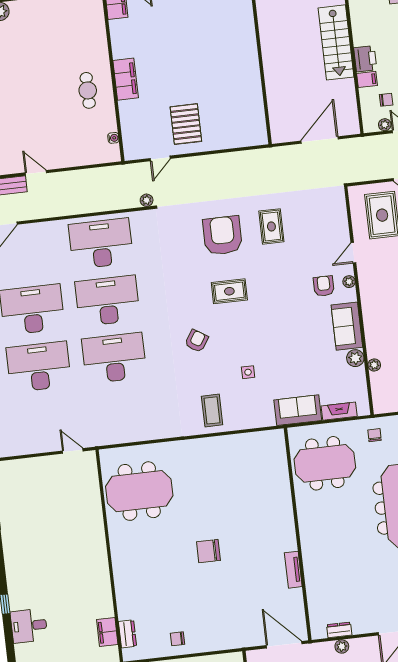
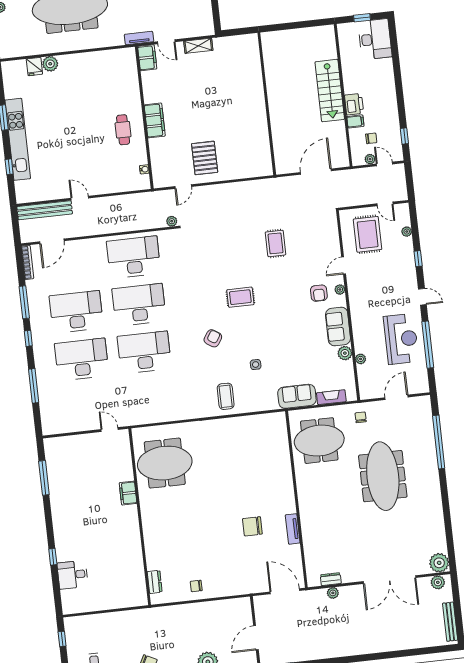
armchair: (222, 235) -> (235, 251), removed
armchair: (324, 286) -> (319, 293), turned 180
chair: (208, 551) -> (252, 526), moved
filing cabinet: (107, 632) -> (128, 493), moved

